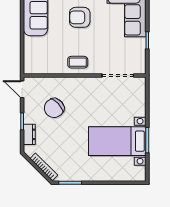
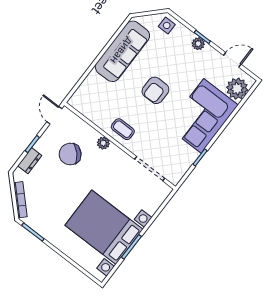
armchair: (80, 17) -> (155, 90), turned -90
plant: (72, 82) -> (103, 143), added
bed with nightstands: (117, 141) -> (104, 227), width x1.36

